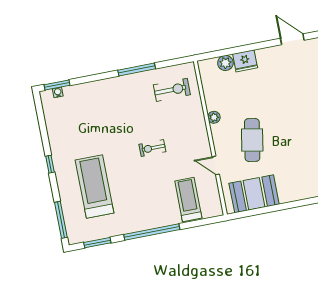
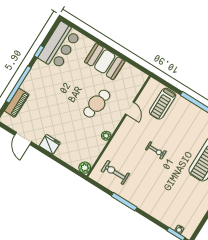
fridge: (245, 61) -> (50, 144), moved
plant: (225, 63) -> (85, 168), moved
booth: (254, 194) -> (105, 61), moved

